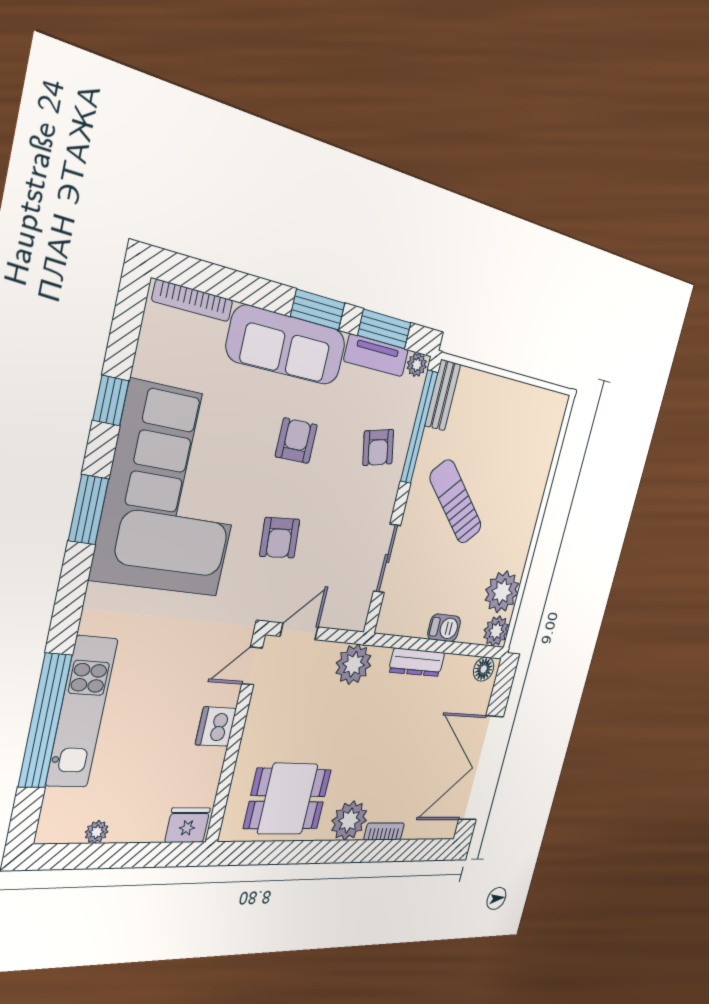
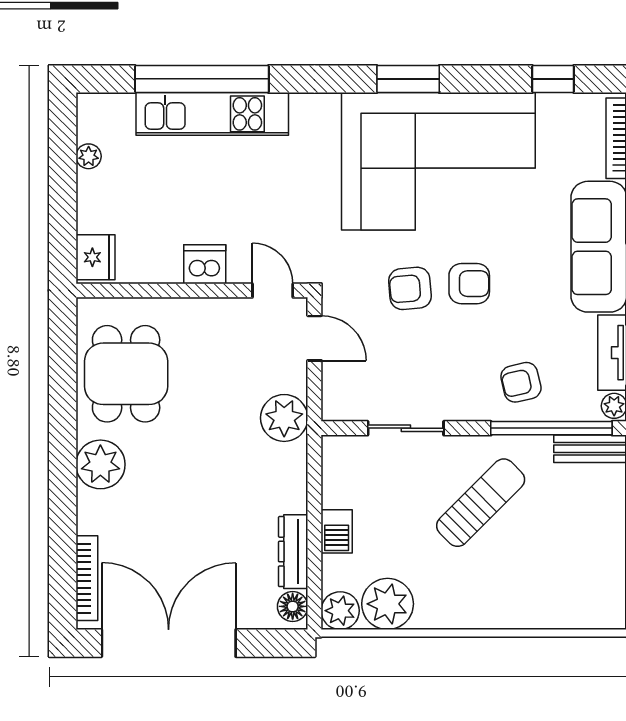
window: (111, 401) -> (553, 79), moved
armchair: (296, 441) -> (469, 284), moved
dresser: (417, 662) -> (293, 552), moved
bookcase: (384, 831) -> (87, 578), moved, width x1.56

